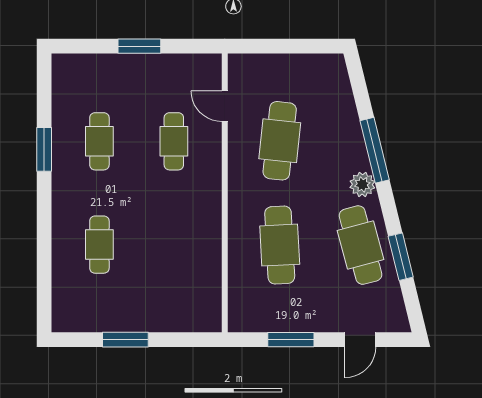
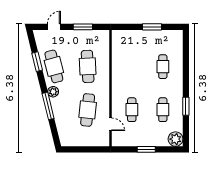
plant: (69, 71) -> (176, 139), added

